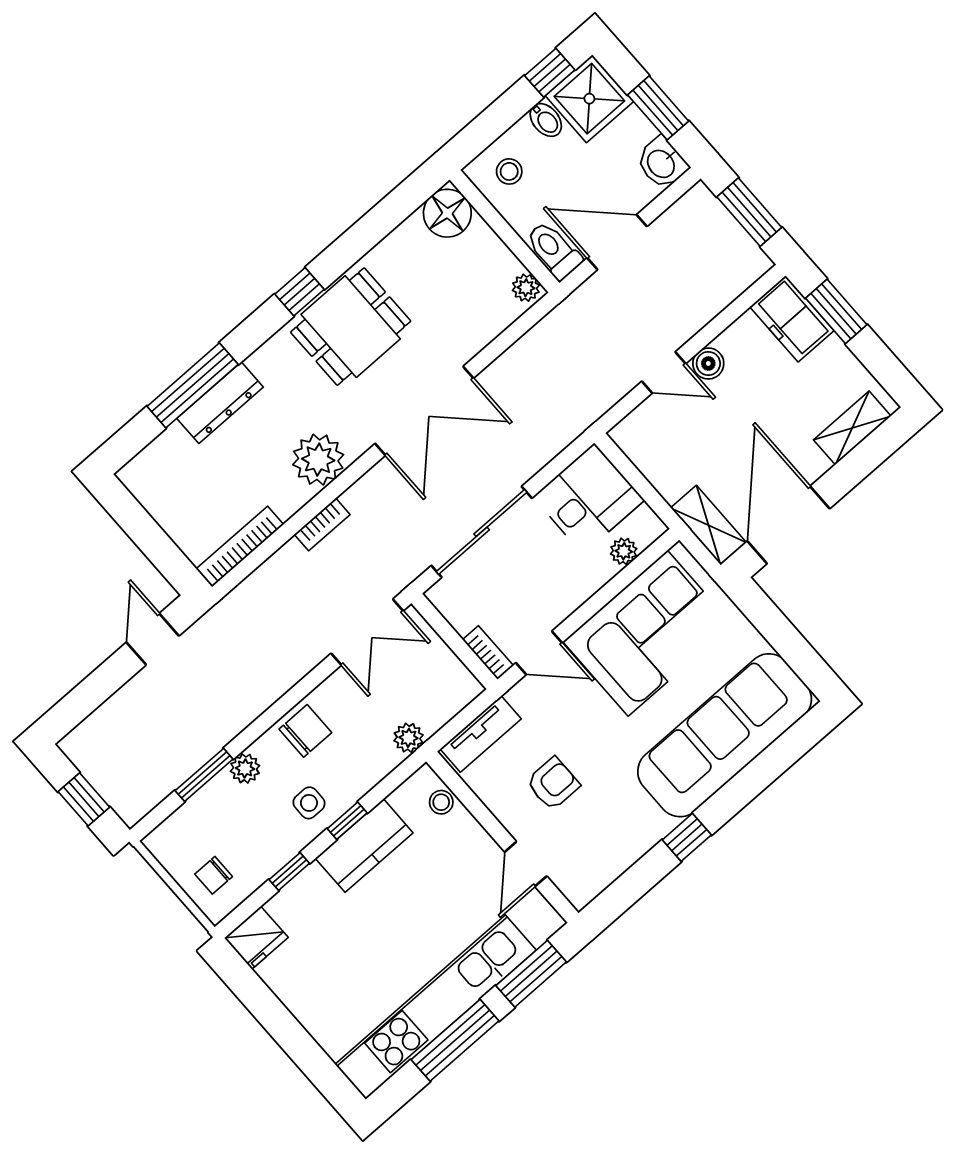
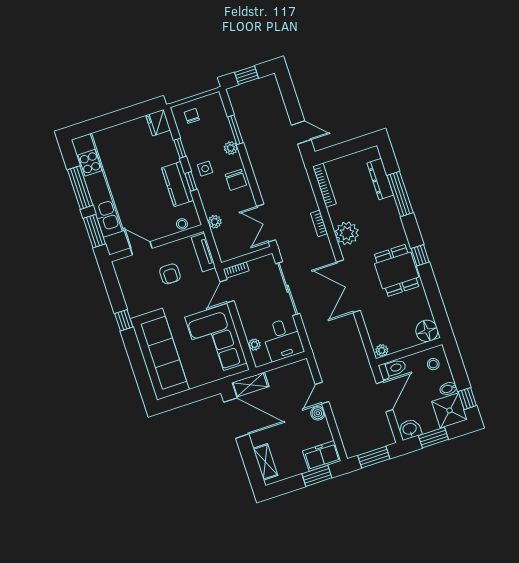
dresser: (220, 403) -> (380, 179), moved

